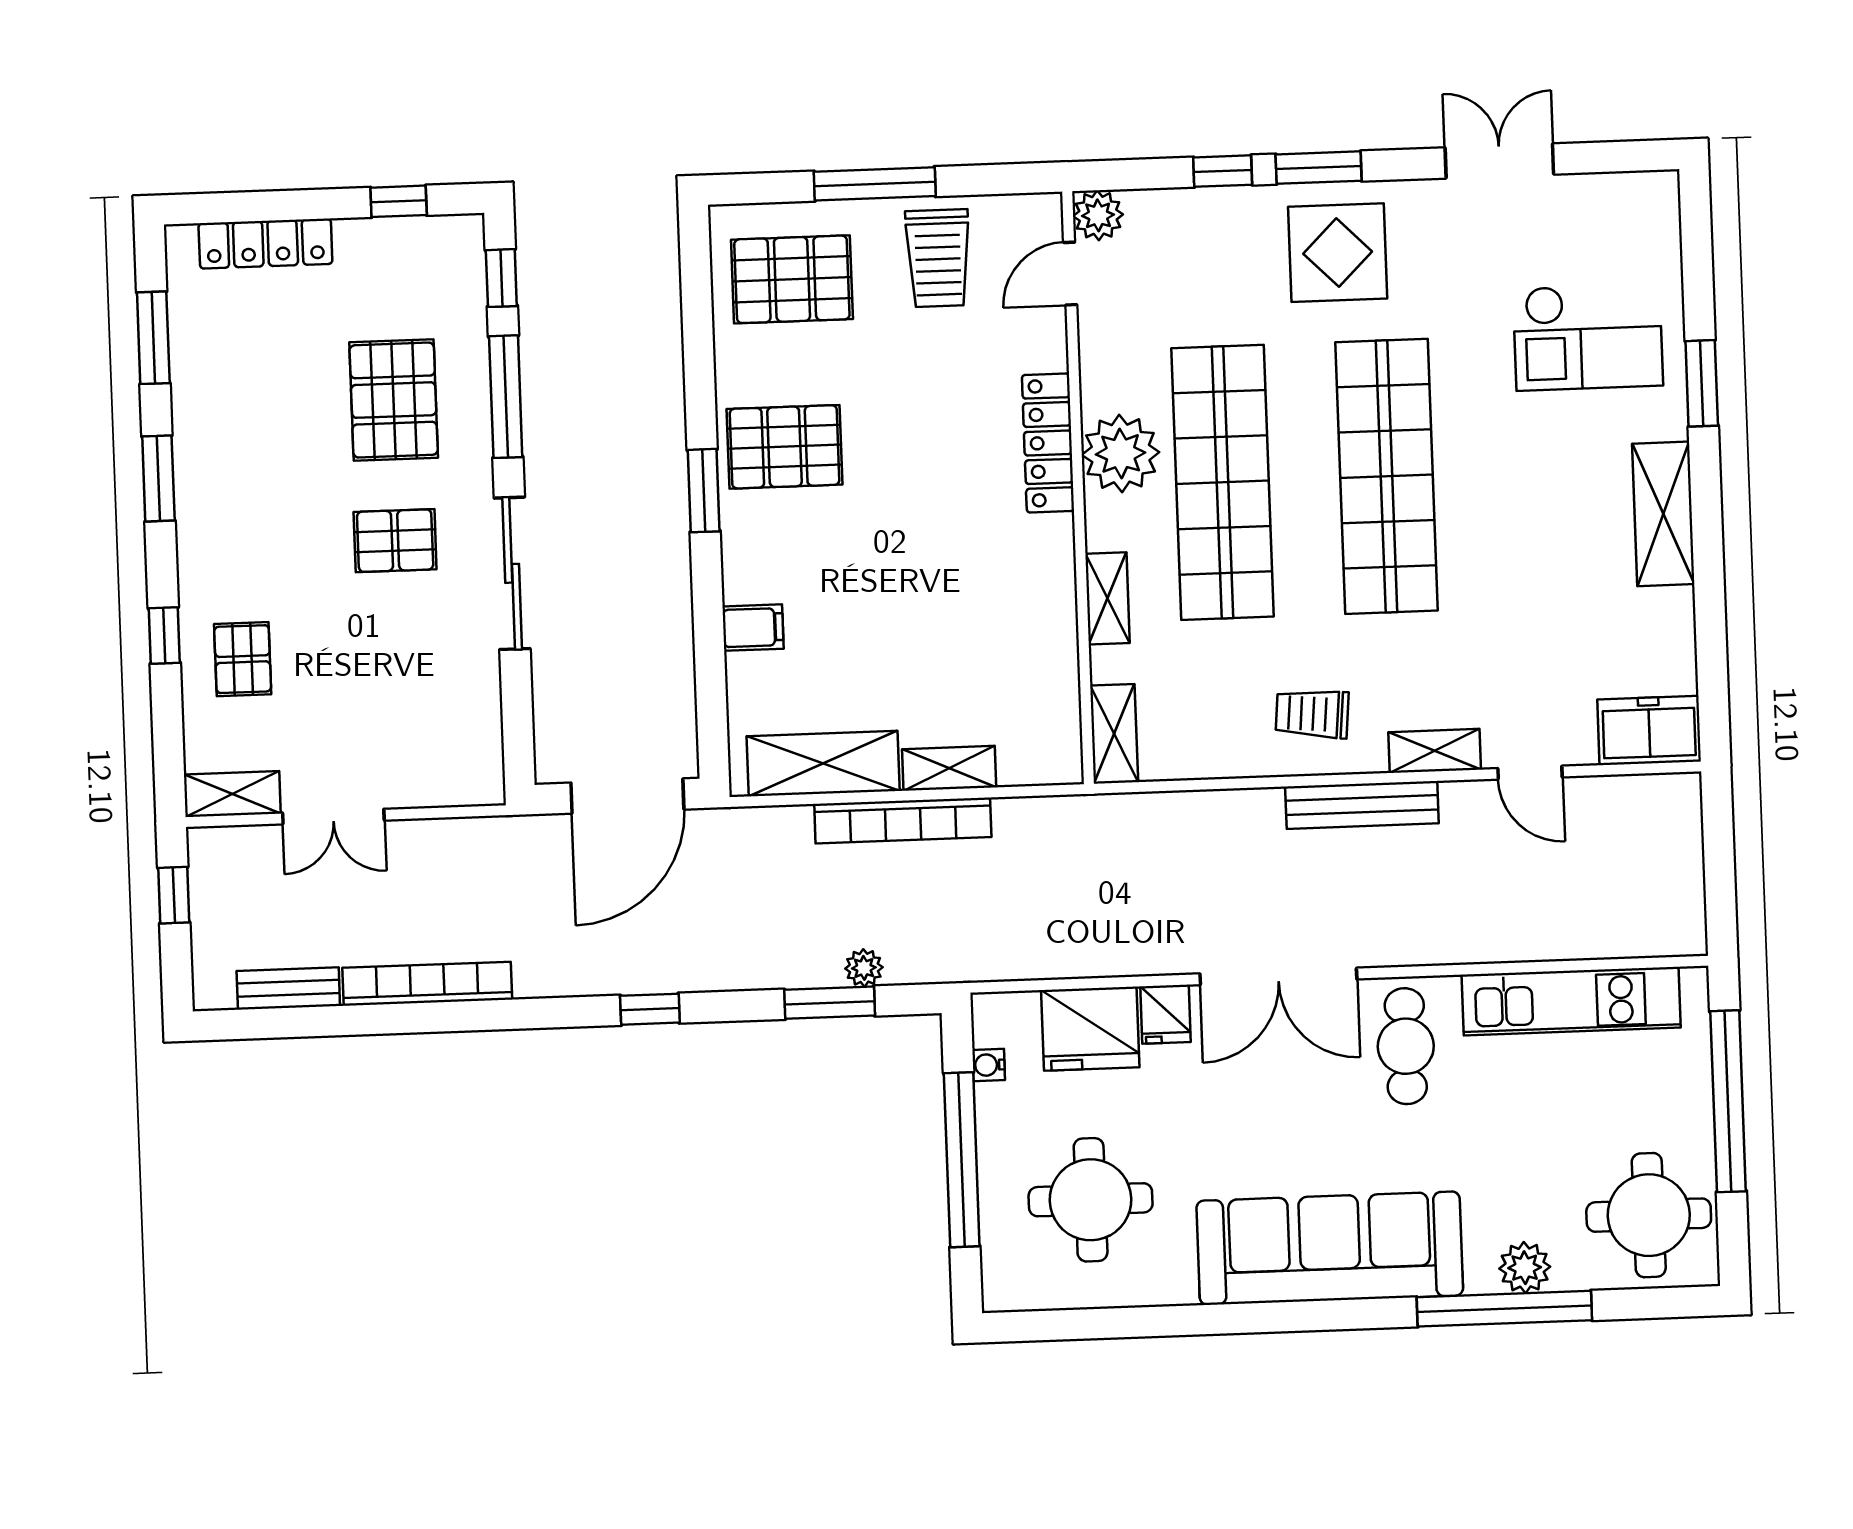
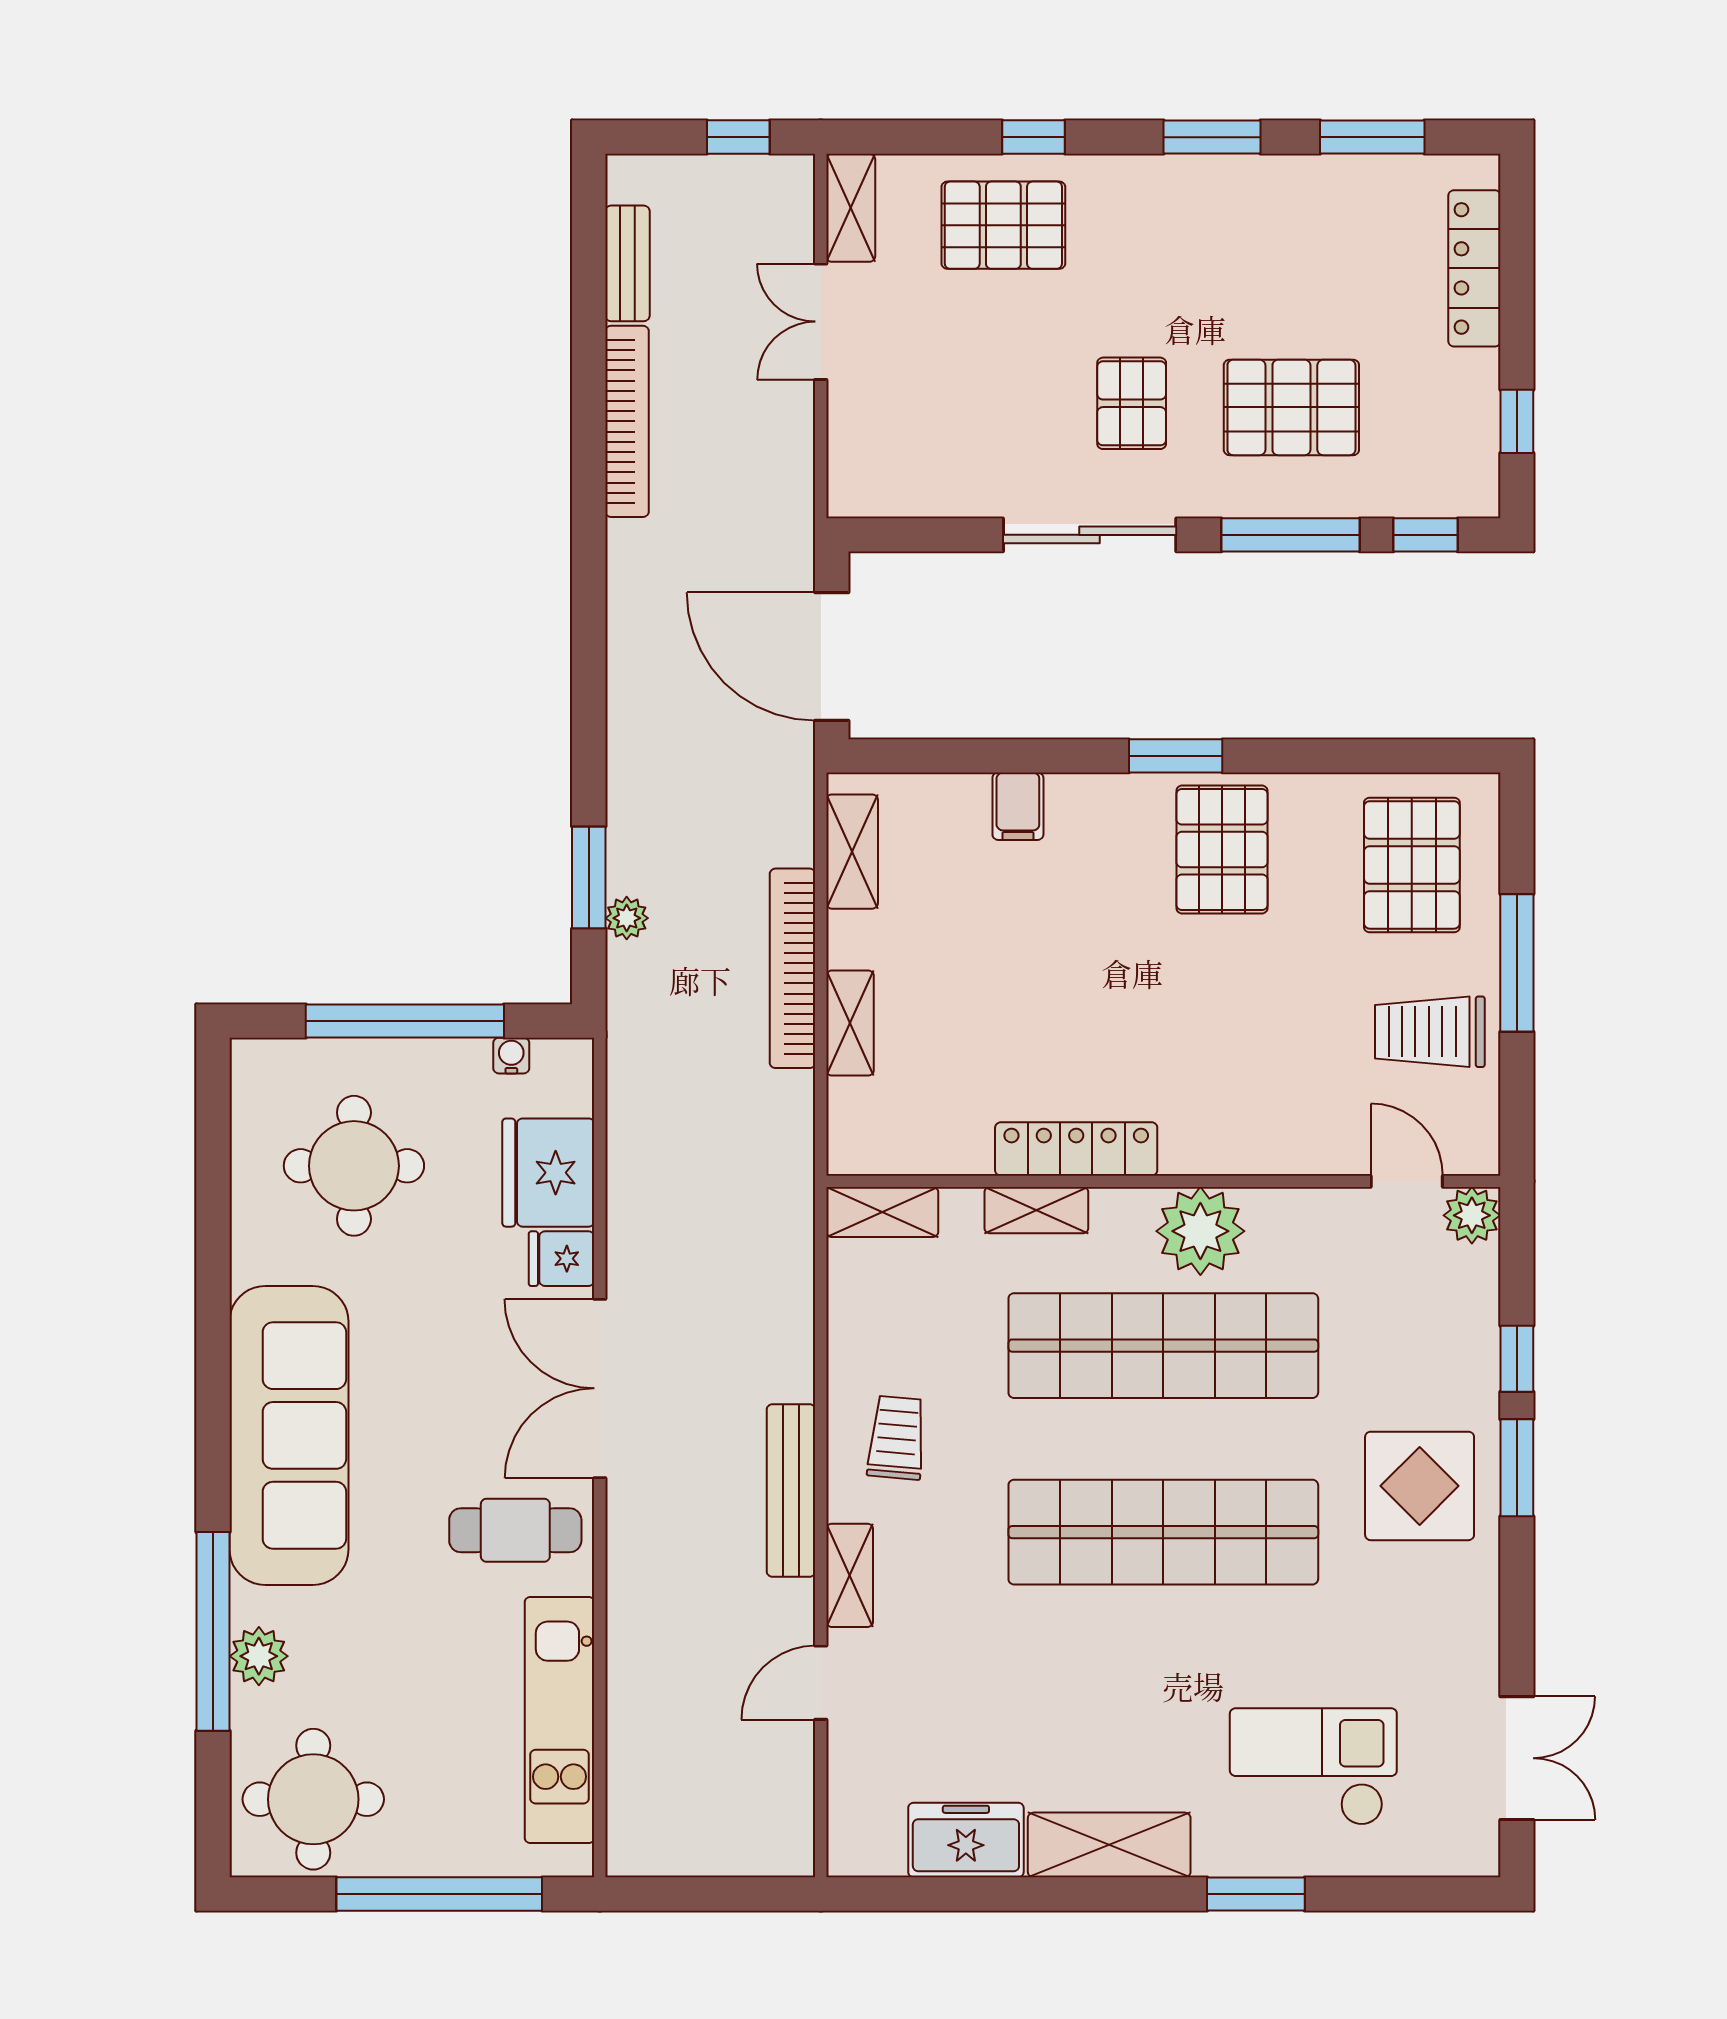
double door: (1499, 161) -> (1517, 1758), moved
checkout: (1588, 337) -> (1313, 1767), turned 90
locker: (1048, 443) -> (1076, 1149), moved
pallet: (243, 659) -> (1003, 225), width x1.50, depth x1.42
freezer: (1649, 730) -> (966, 1840), moved, turned -90
shelving: (823, 764) -> (852, 852), width x0.67, depth x0.75
window: (650, 1009) -> (589, 673), removed

